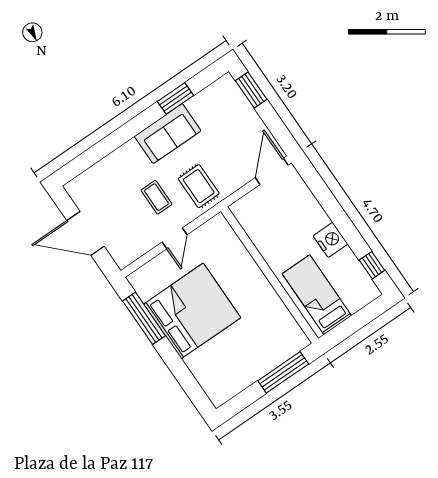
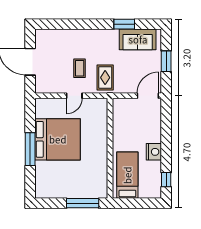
window: (251, 90) -> (166, 61), moved
sofa: (168, 134) -> (138, 39), moved
window: (144, 318) -> (30, 149), moved

